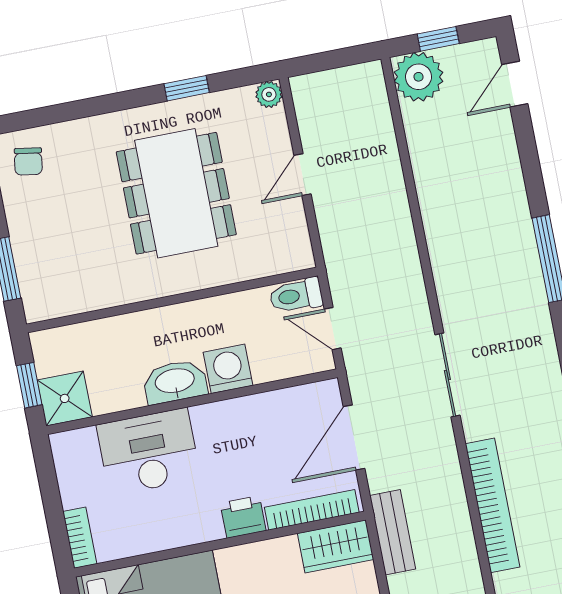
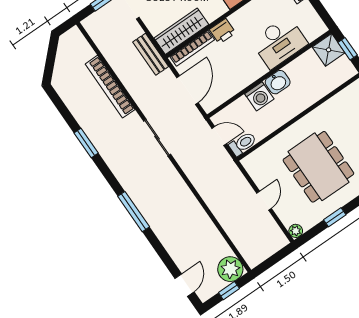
washbasin: (175, 382) -> (278, 82), width x0.72
wardrobe: (336, 546) -> (181, 31), width x1.50

